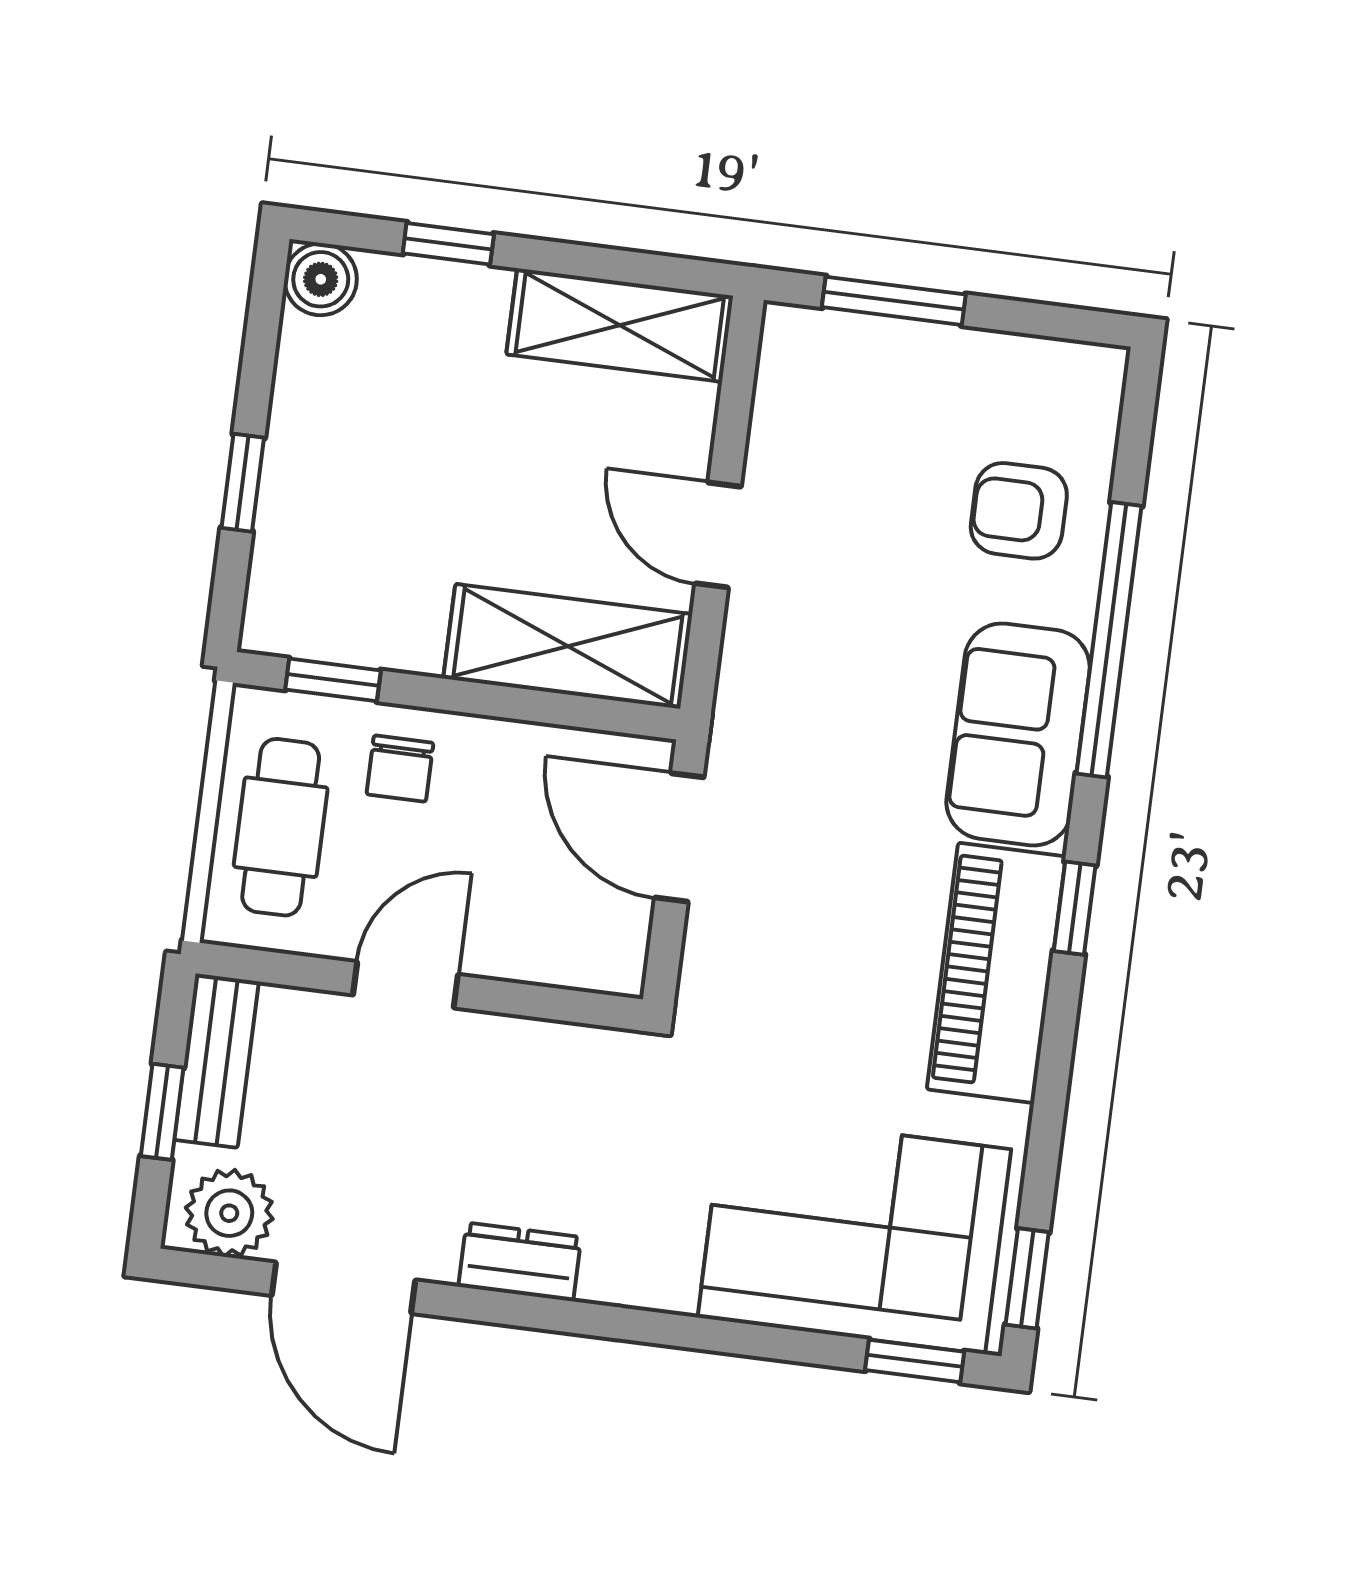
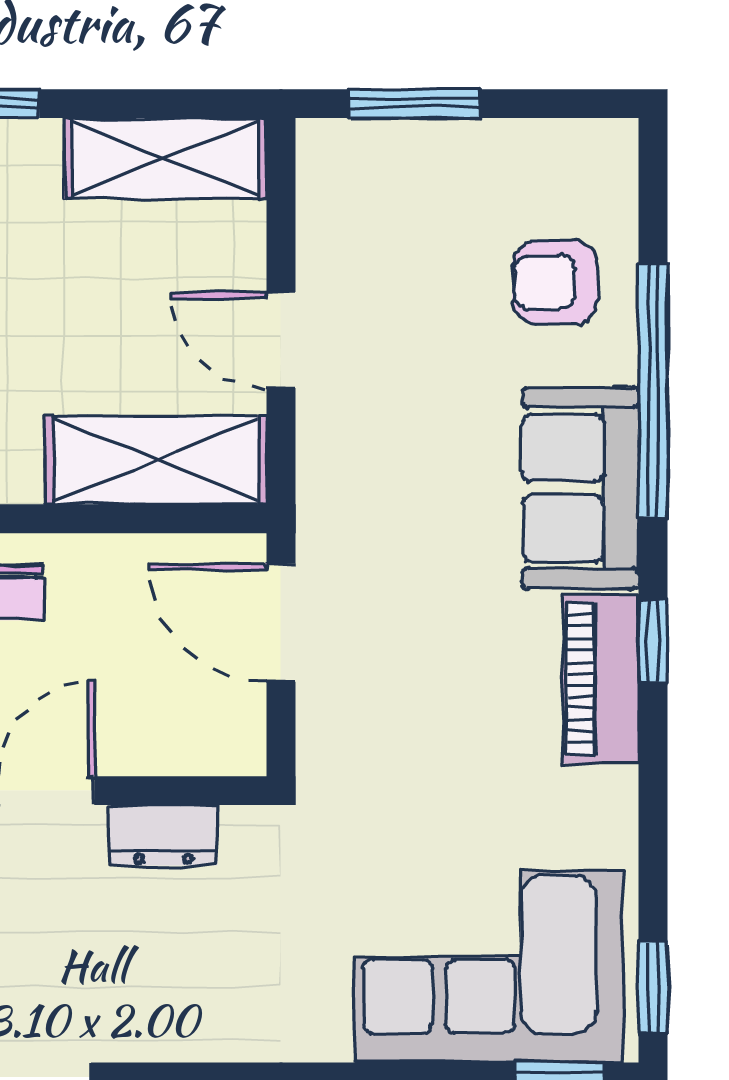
piano: (996, 973) -> (601, 679), width x0.73, depth x0.75
dresser: (520, 1262) -> (164, 835), moved, turned 180

